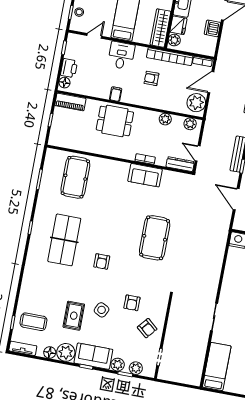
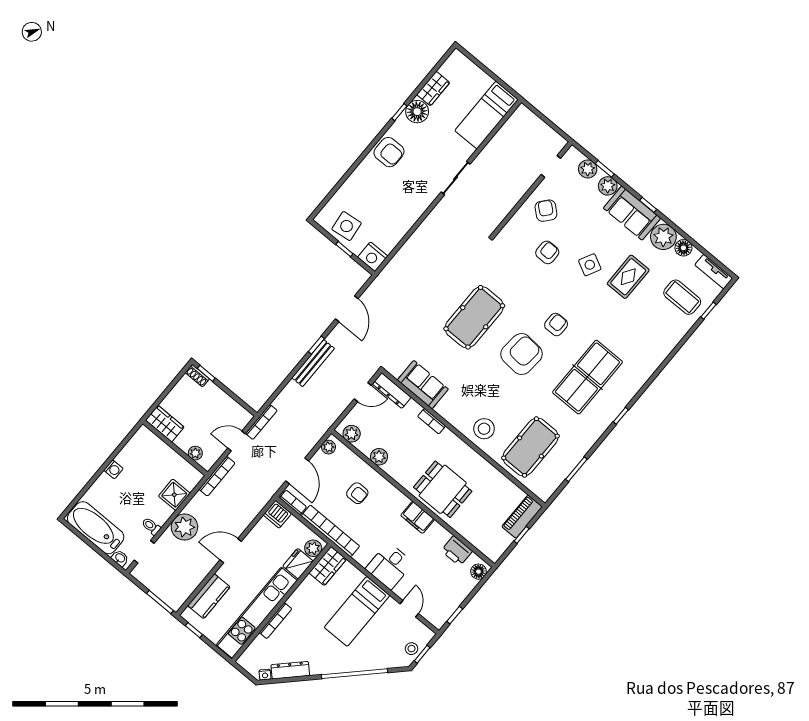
wardrobe: (160, 28) -> (328, 566), width x0.67
dishwasher: (212, 28) -> (277, 514), moved, turned 90
door: (94, 36) -> (409, 609), swing flipped
printer: (69, 68) -> (457, 551), moved, turned -90
armchair: (151, 78) -> (357, 493), moved
door: (211, 82) -> (297, 471), hinge flipped
filing cabinet: (116, 94) -> (418, 517), width x2.00
piano: (70, 102) -> (522, 517), moved, turned -90
plant: (196, 103) -> (328, 447), width x0.53, depth x0.53
door: (198, 153) -> (363, 392), hinge flipped
stool: (110, 173) -> (484, 429), added
sofa: (145, 175) -> (423, 385), moved
armchair: (113, 231) -> (521, 354), added

